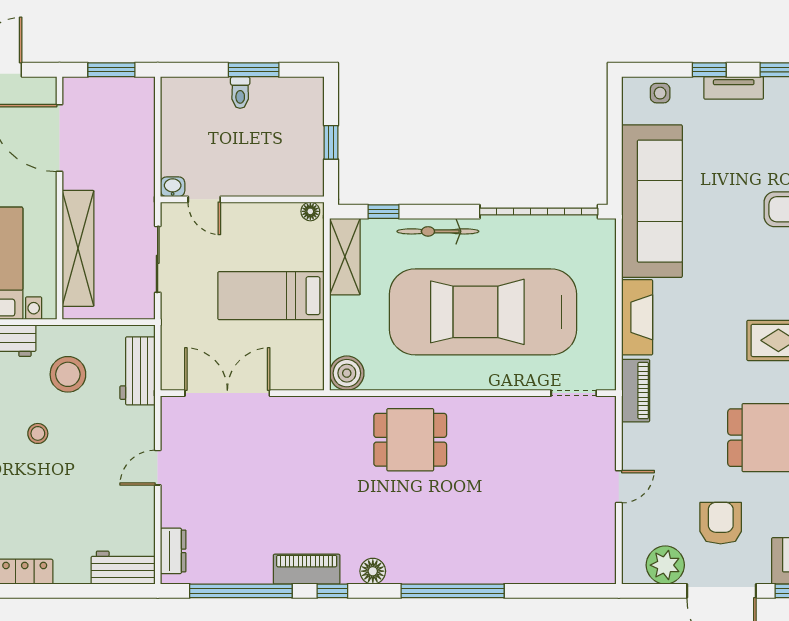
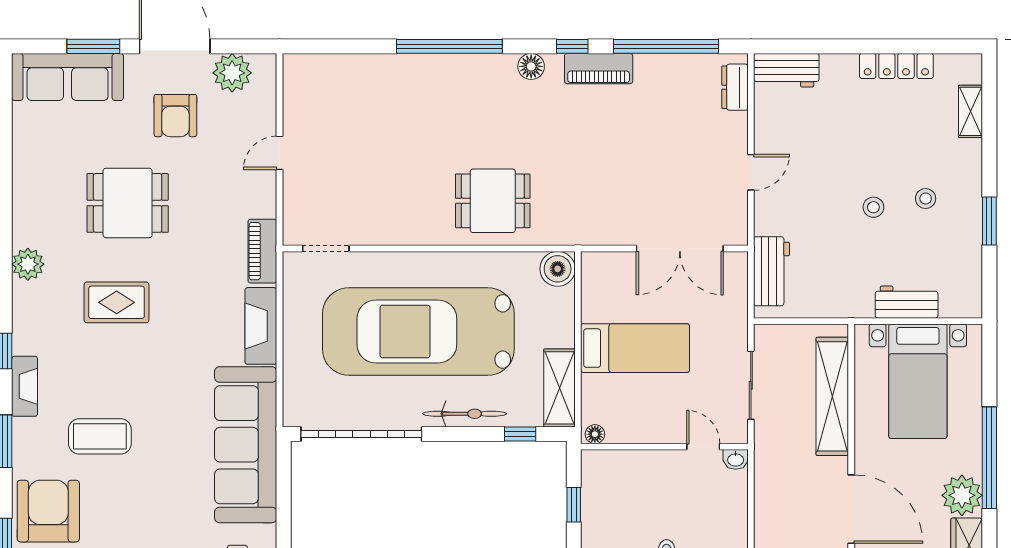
car: (483, 312) -> (418, 331), turned 180
stool: (68, 374) -> (843, 268), removed

